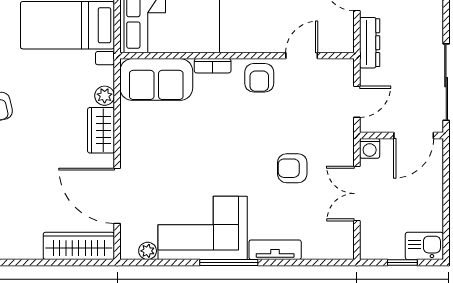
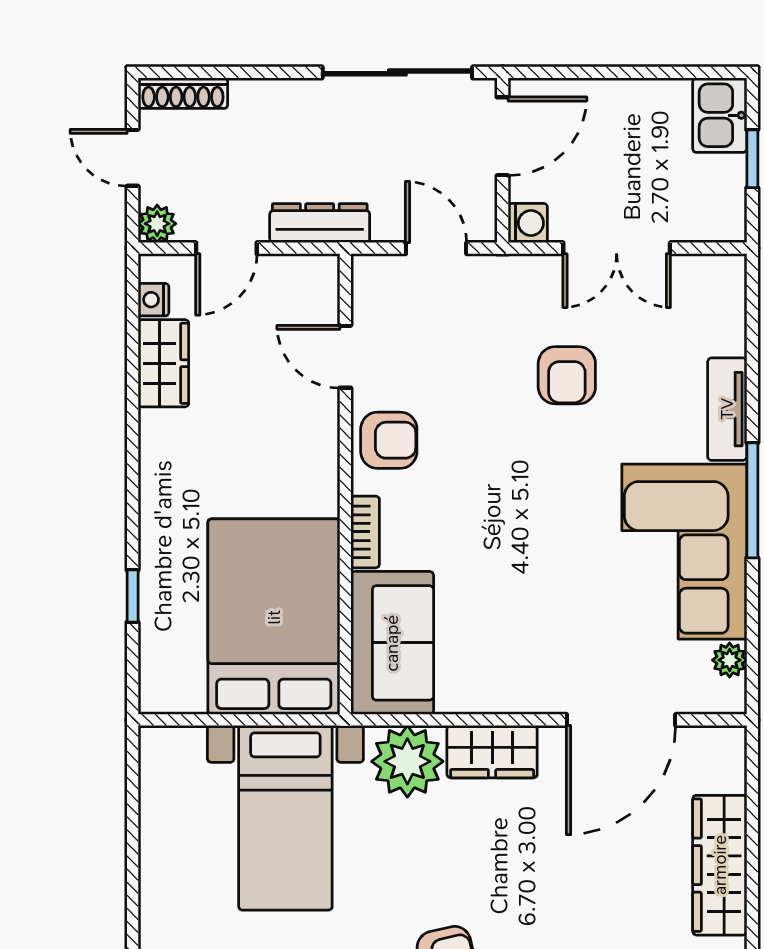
plant: (105, 96) -> (407, 761), width x1.88, depth x1.88
door: (414, 136) -> (503, 136), hinge flipped
wardrobe: (79, 246) -> (720, 865), moved

